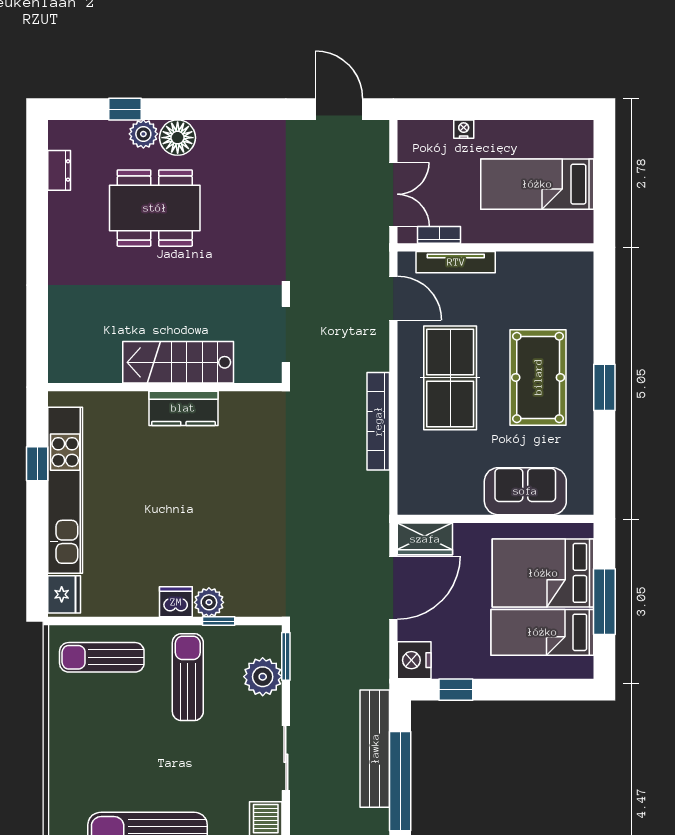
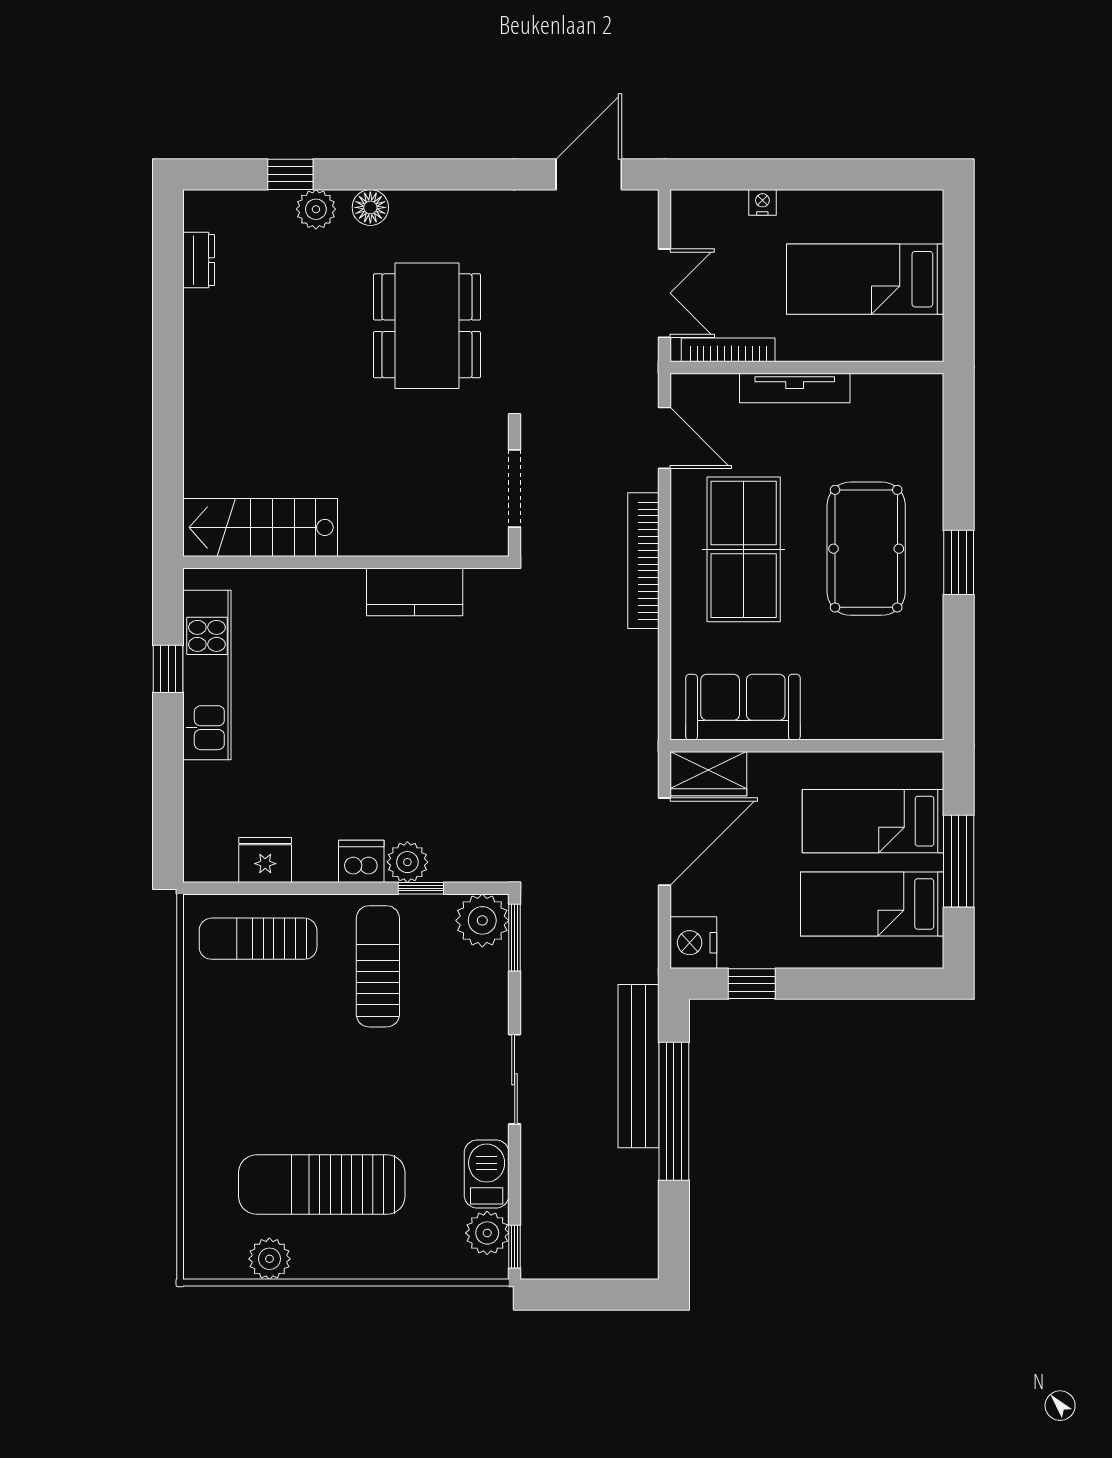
door: (339, 109) -> (589, 174), hinge flipped
floor lamp: (178, 138) -> (370, 207), width x0.73, depth x0.73
dining table: (155, 208) -> (427, 326), moved, turned 90
bookcase: (439, 235) -> (728, 350), width x1.56
tv unit: (456, 262) -> (795, 388), moved
stairs: (178, 362) -> (260, 527), moved
kitchen counter: (183, 408) -> (415, 592), moved
bookcase: (378, 421) -> (643, 561), moved
kitchen unit: (65, 490) -> (207, 675), width x0.73
sofa: (525, 491) -> (743, 707), moved
bed: (543, 573) -> (873, 821), width x0.67
fridge: (64, 594) -> (265, 860), moved, turned -90
plant: (263, 677) -> (482, 920), moved

